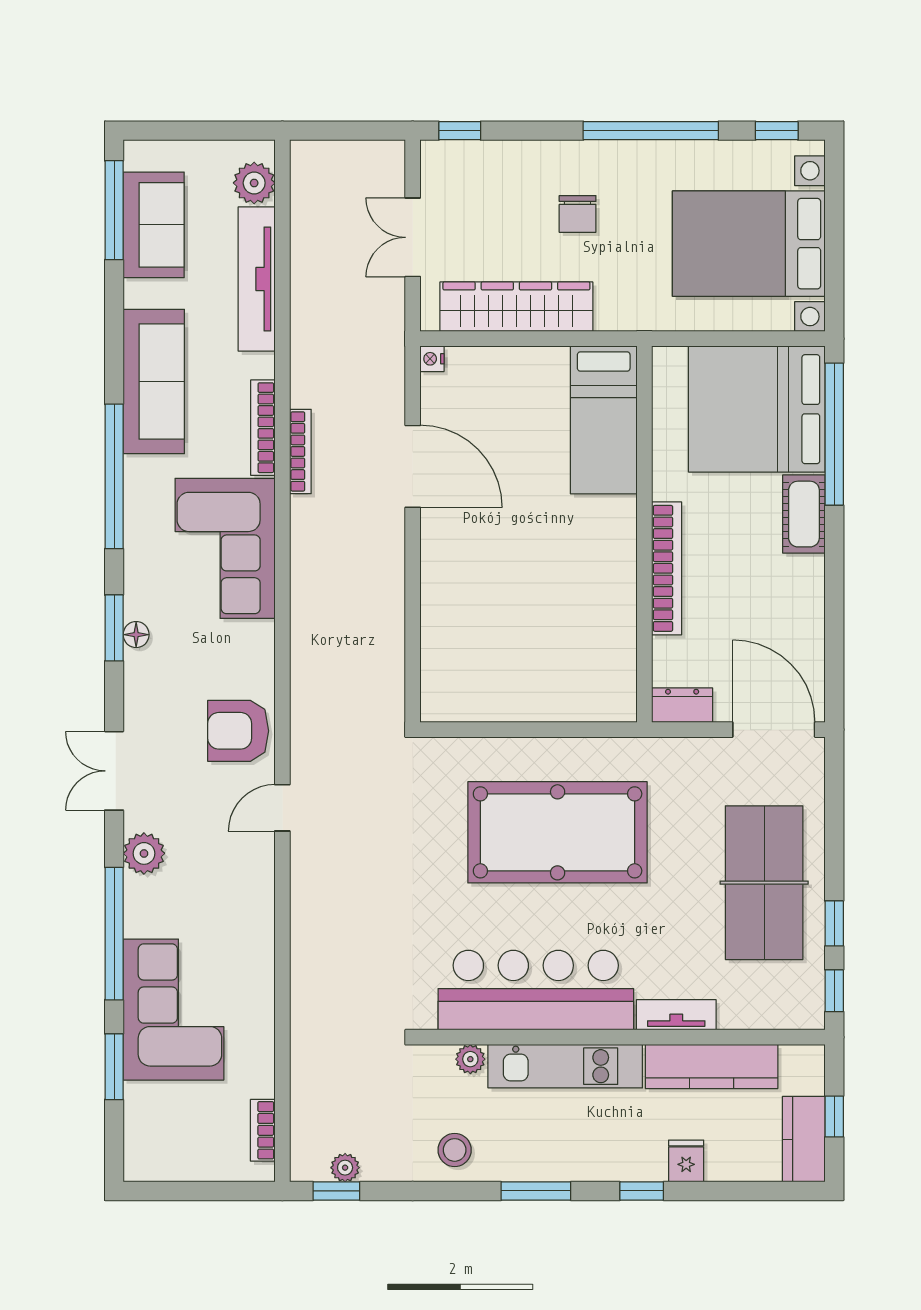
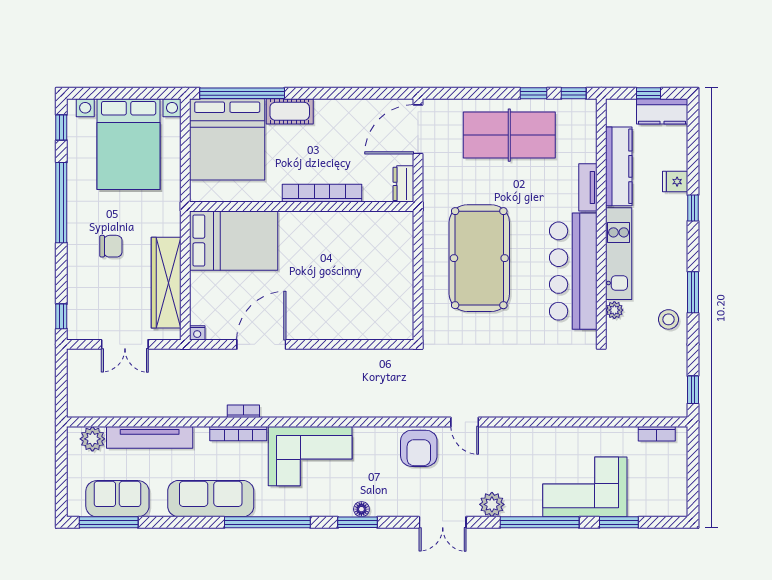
bed: (604, 420) -> (234, 241), width x1.50
bookcase: (300, 451) -> (243, 411), width x0.64
plant: (345, 1168) -> (679, 385), removed
window: (536, 1191) -> (693, 292), moved

